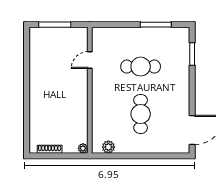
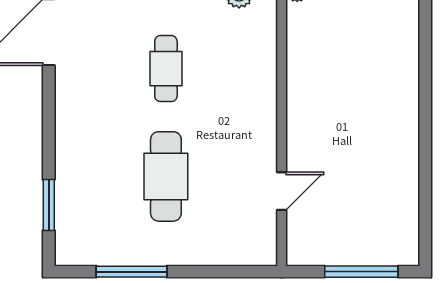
cafe table: (141, 67) -> (166, 176), turned 90
cafe table: (141, 114) -> (166, 69), width x0.73, depth x0.74

